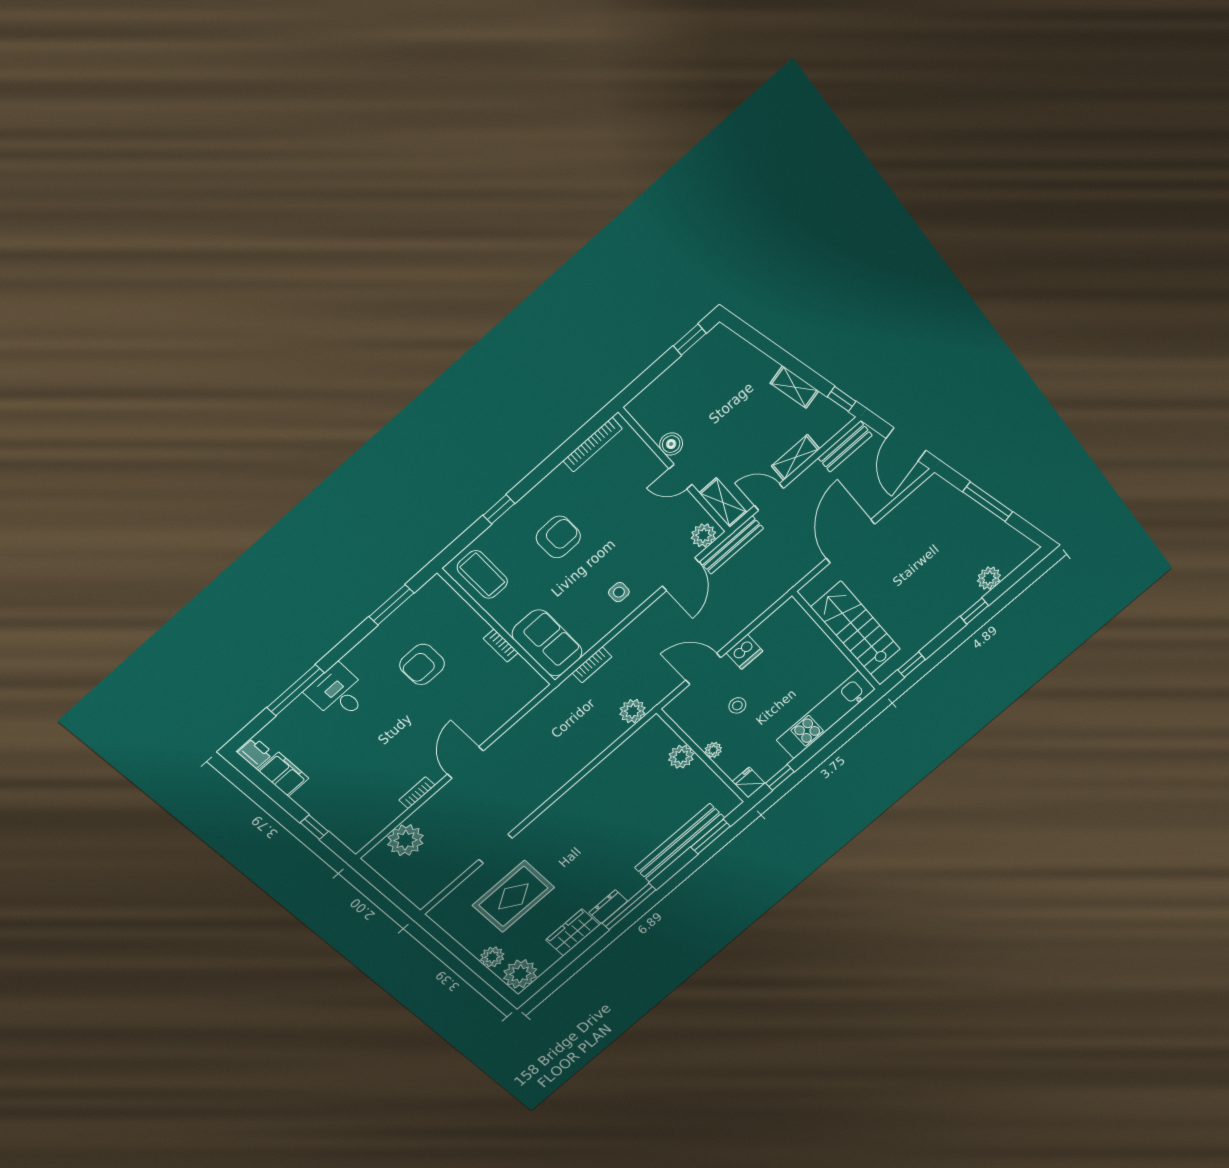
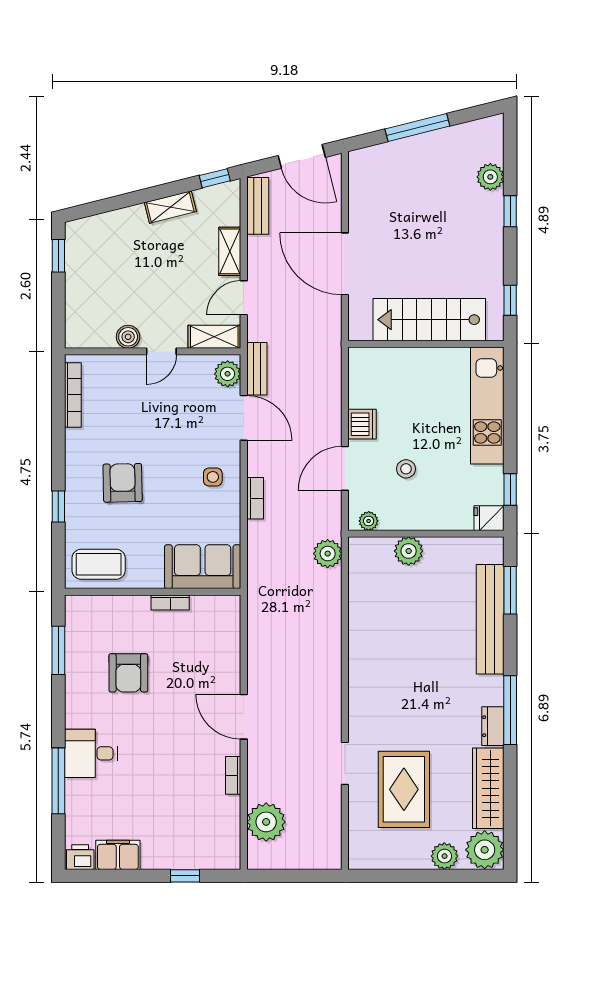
bench: (731, 545) -> (257, 369), width x0.73
bookcase: (592, 665) -> (255, 498), moved
plant: (713, 750) -> (369, 521), moved
wardrobe: (573, 932) -> (488, 788), width x1.50

